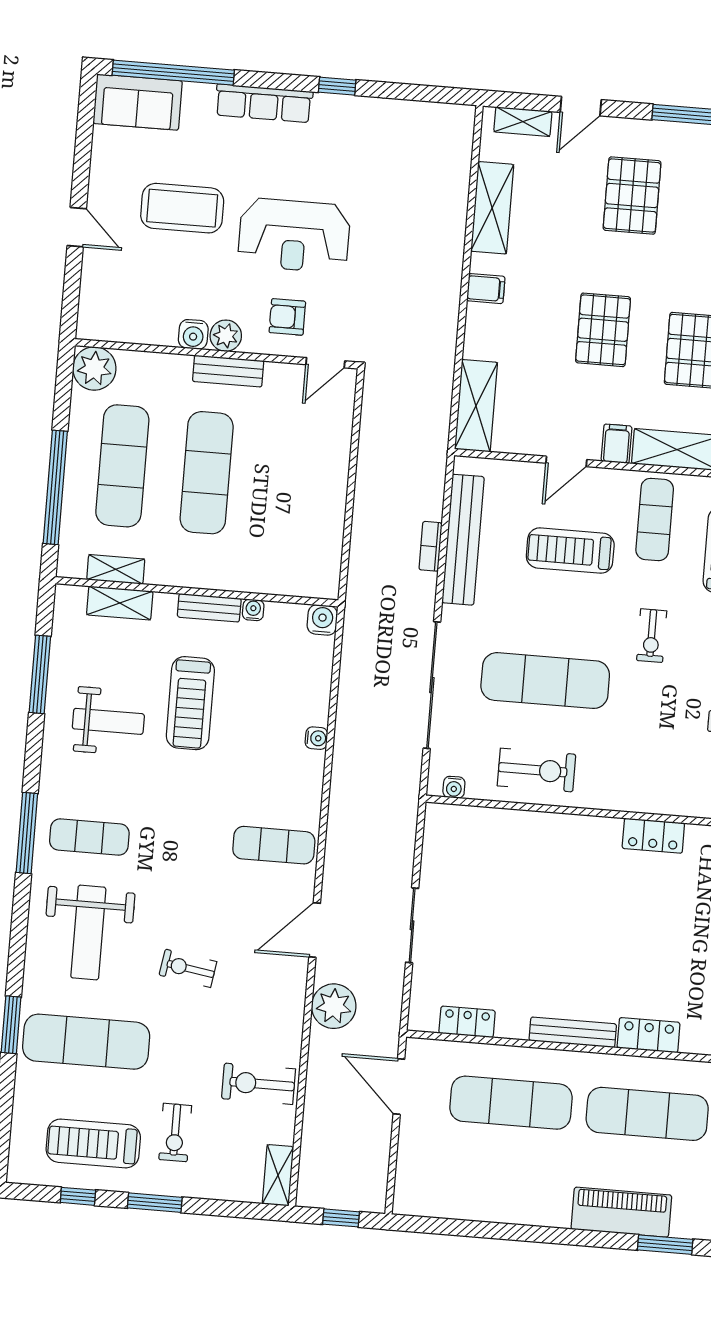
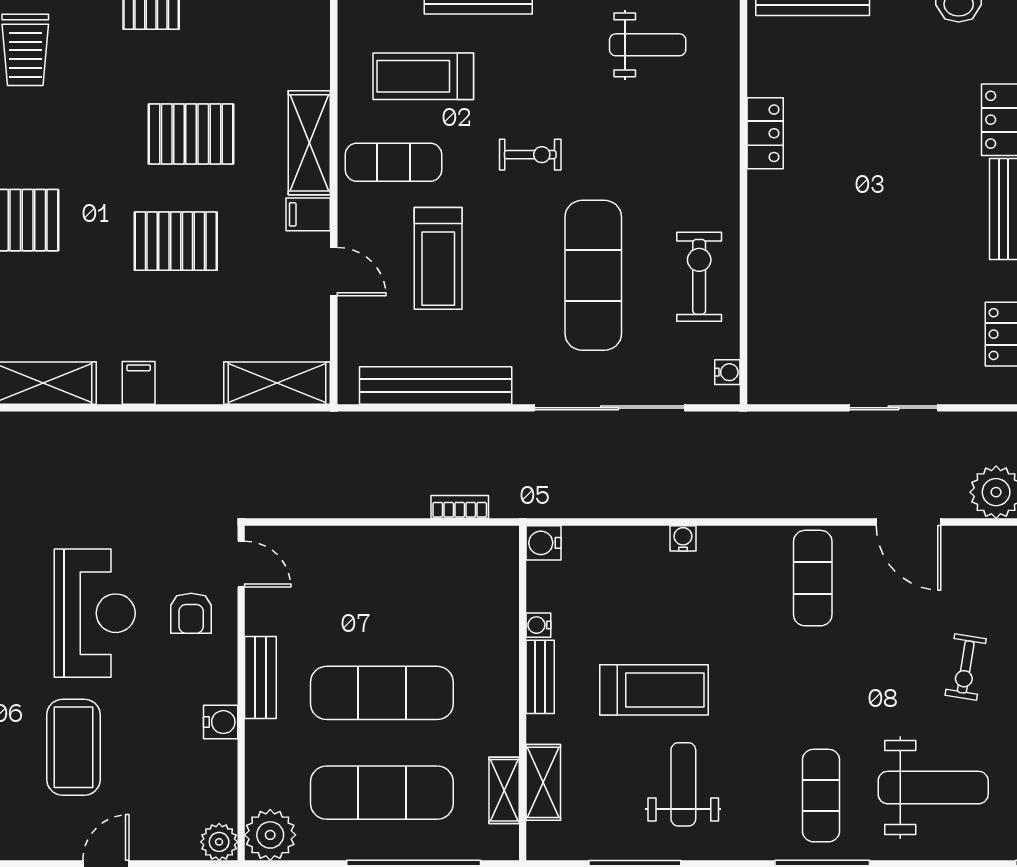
plant: (226, 336) -> (219, 842), moved
bookcase: (430, 546) -> (460, 507), moved, turned 180

